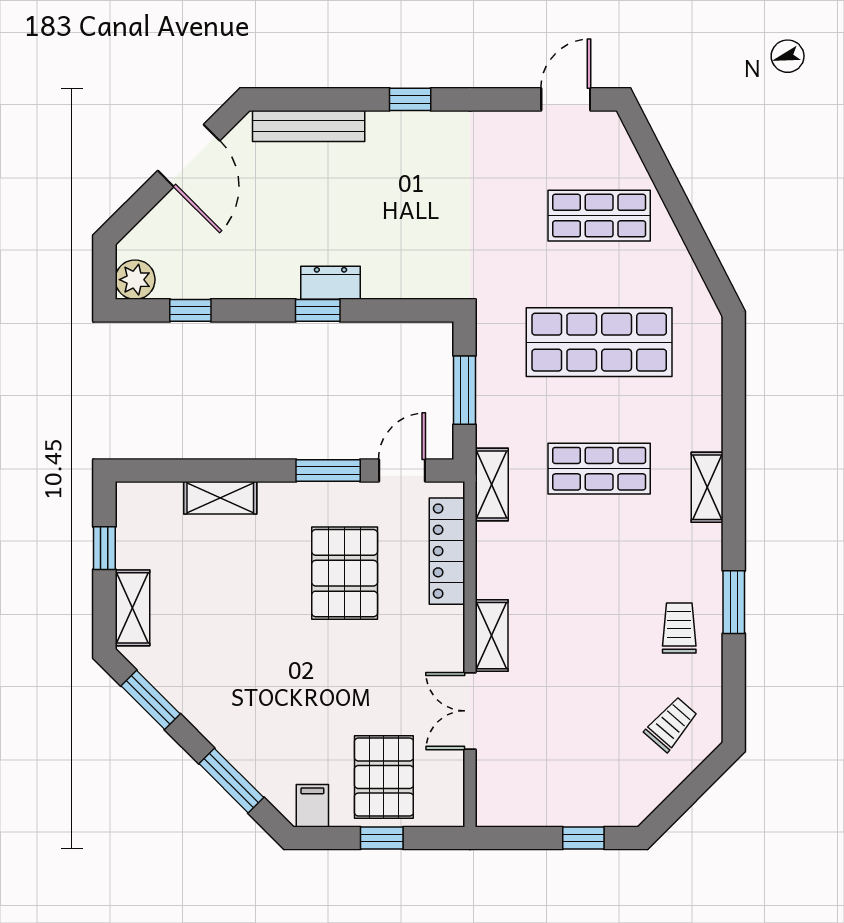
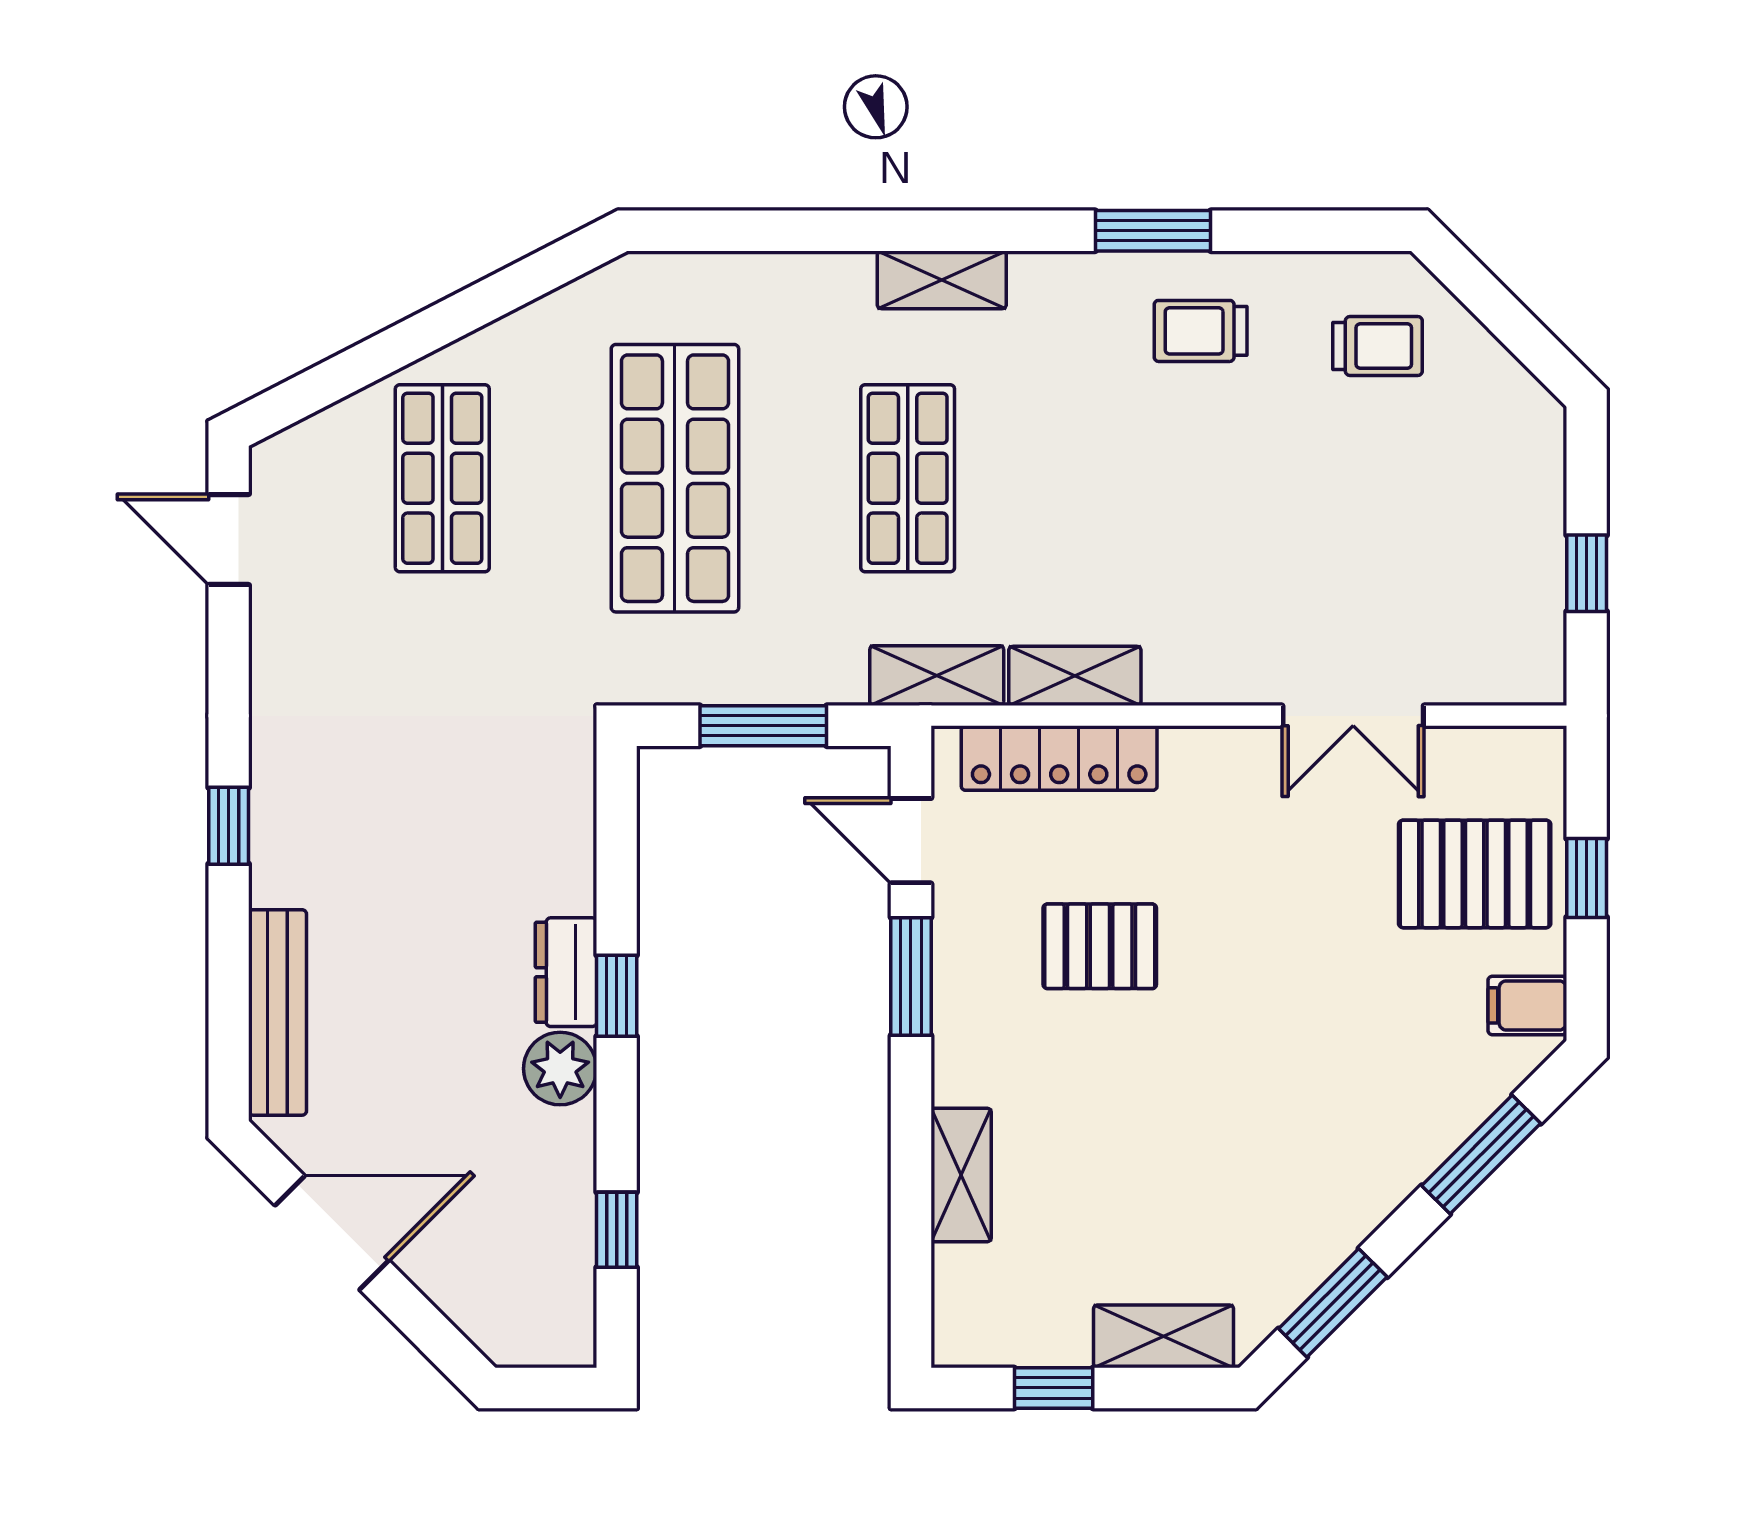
plant: (135, 280) -> (560, 1069), moved
pallet: (345, 573) -> (1100, 946), width x0.67, depth x0.71
shelving: (492, 636) -> (1075, 676), moved
trolley: (671, 724) -> (1378, 346), turned 139
window: (583, 838) -> (1587, 573), moved

